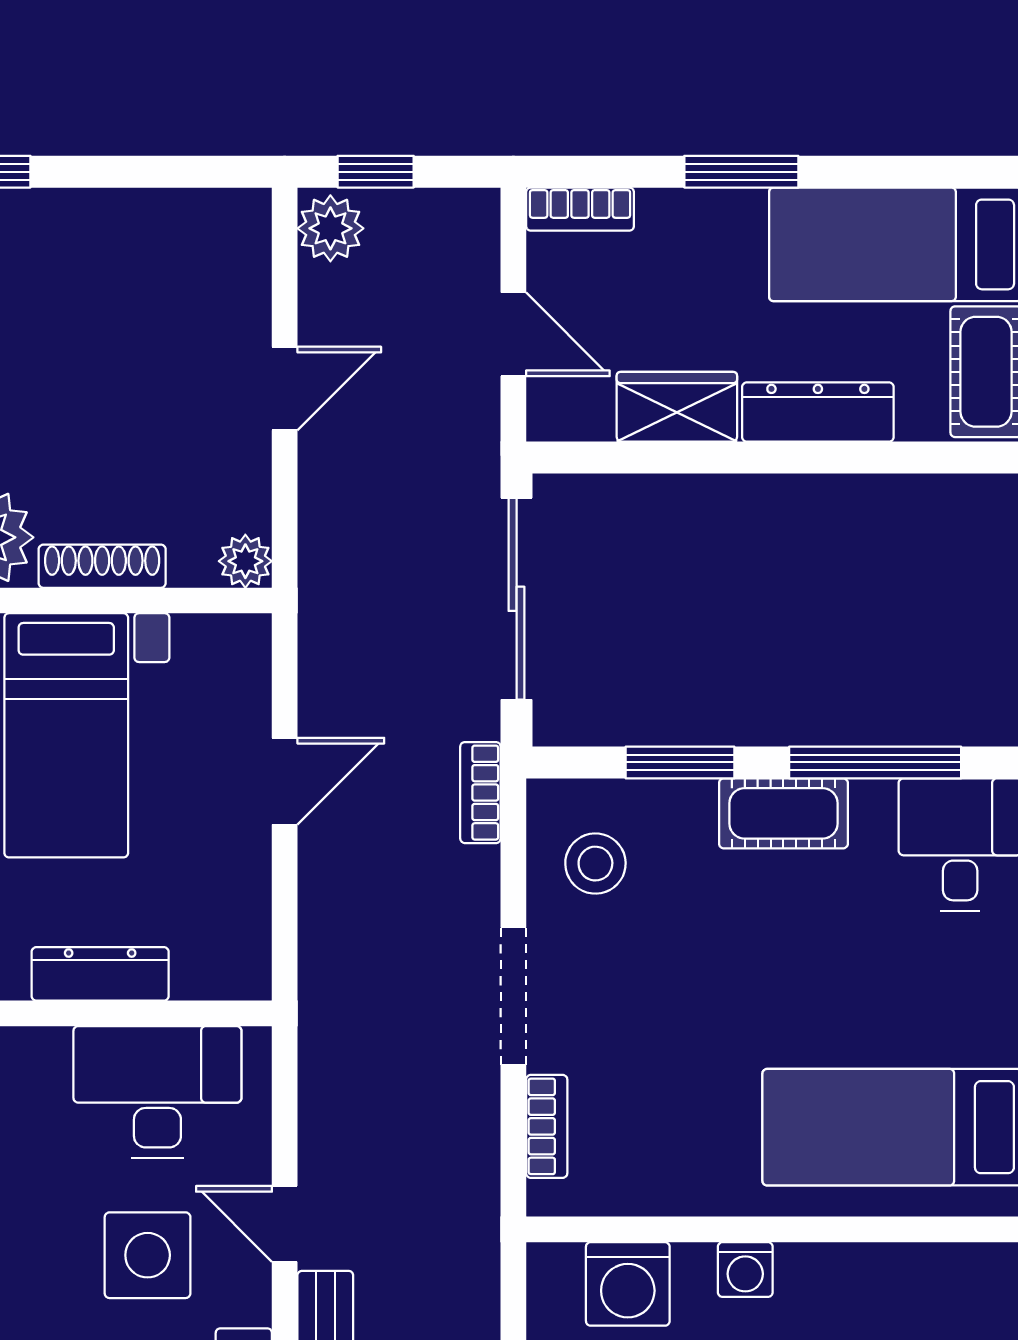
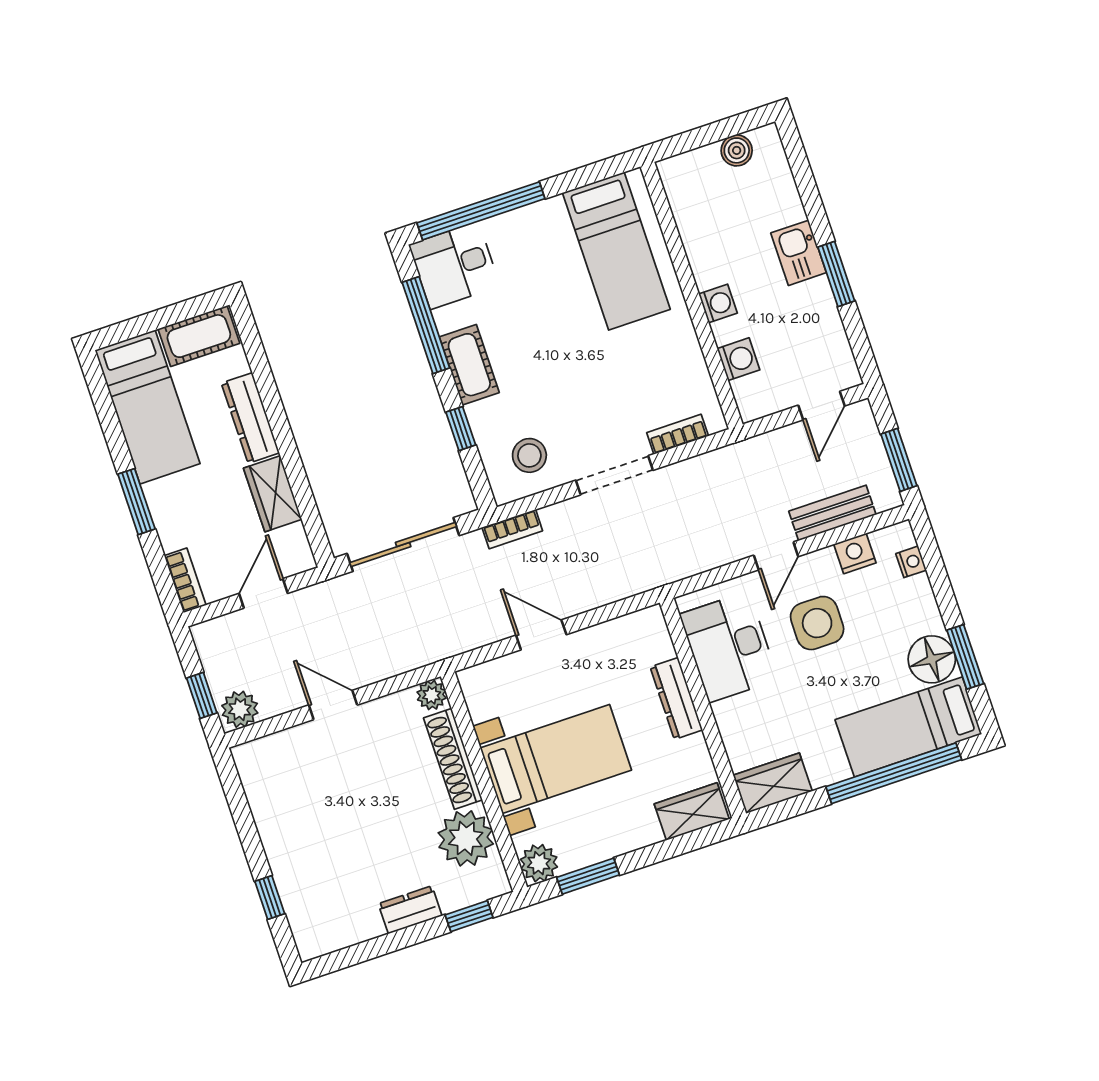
shoe rack: (102, 566) -> (453, 759), width x1.36, depth x1.24
window: (680, 762) -> (461, 429), width x0.67
washing machine: (628, 1284) -> (738, 359), width x0.73, depth x0.73

